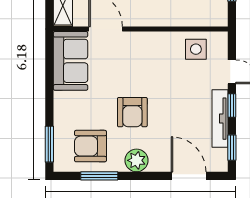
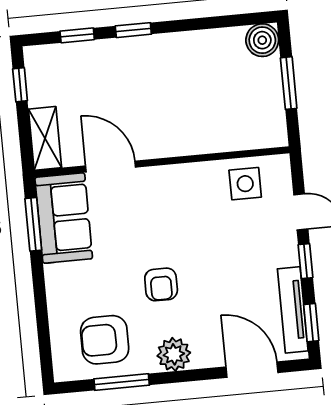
armchair: (132, 112) -> (161, 284), width x0.72, depth x0.72
tv unit: (220, 119) -> (293, 310), moved
window: (49, 144) -> (33, 224), moved

